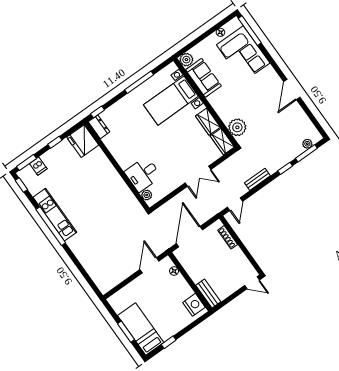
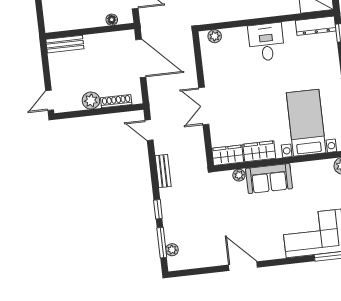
sofa: (203, 78) -> (269, 179), moved
dresser: (99, 127) -> (316, 26), width x1.44
plant: (237, 127) -> (239, 175), width x0.53, depth x0.53
desk: (143, 174) -> (266, 42), moved
plant: (237, 255) -> (91, 101), added
nightstand: (194, 305) -> (61, 21), removed

